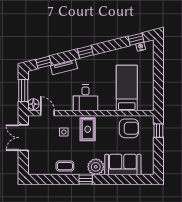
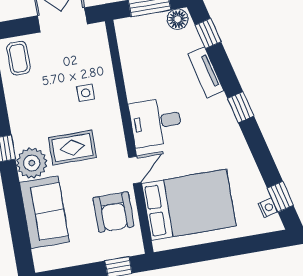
bed: (127, 88) -> (189, 205), width x1.50
floor lamp: (33, 104) -> (178, 19), moved
door: (47, 113) -> (135, 170), moved
rug: (88, 129) -> (72, 148), moved
coffee table: (65, 166) -> (18, 58), moved

